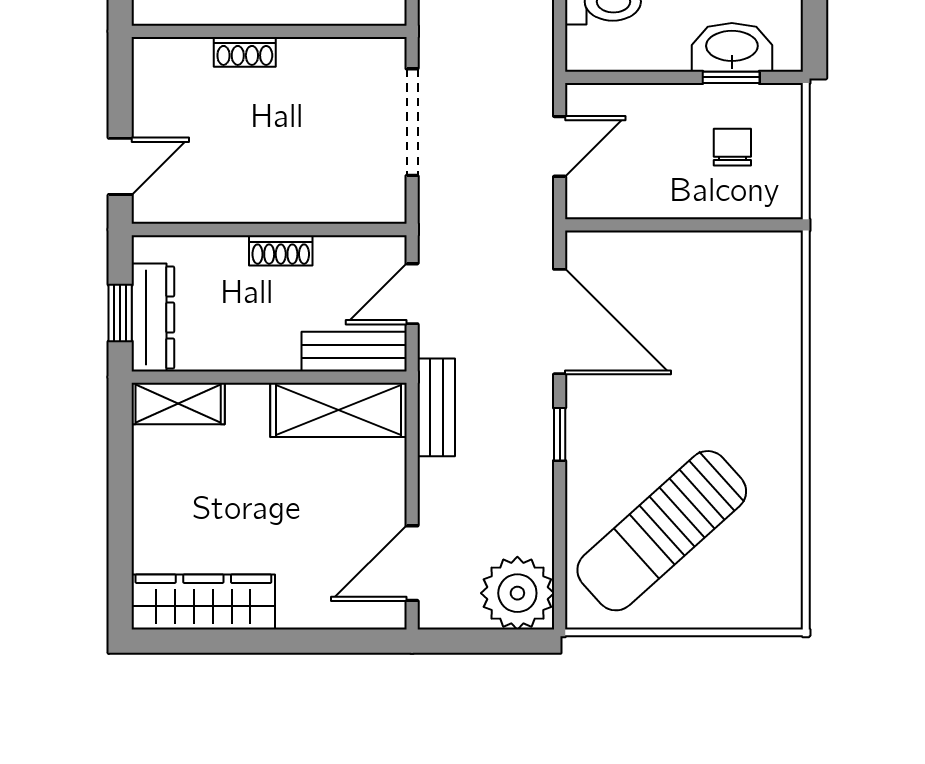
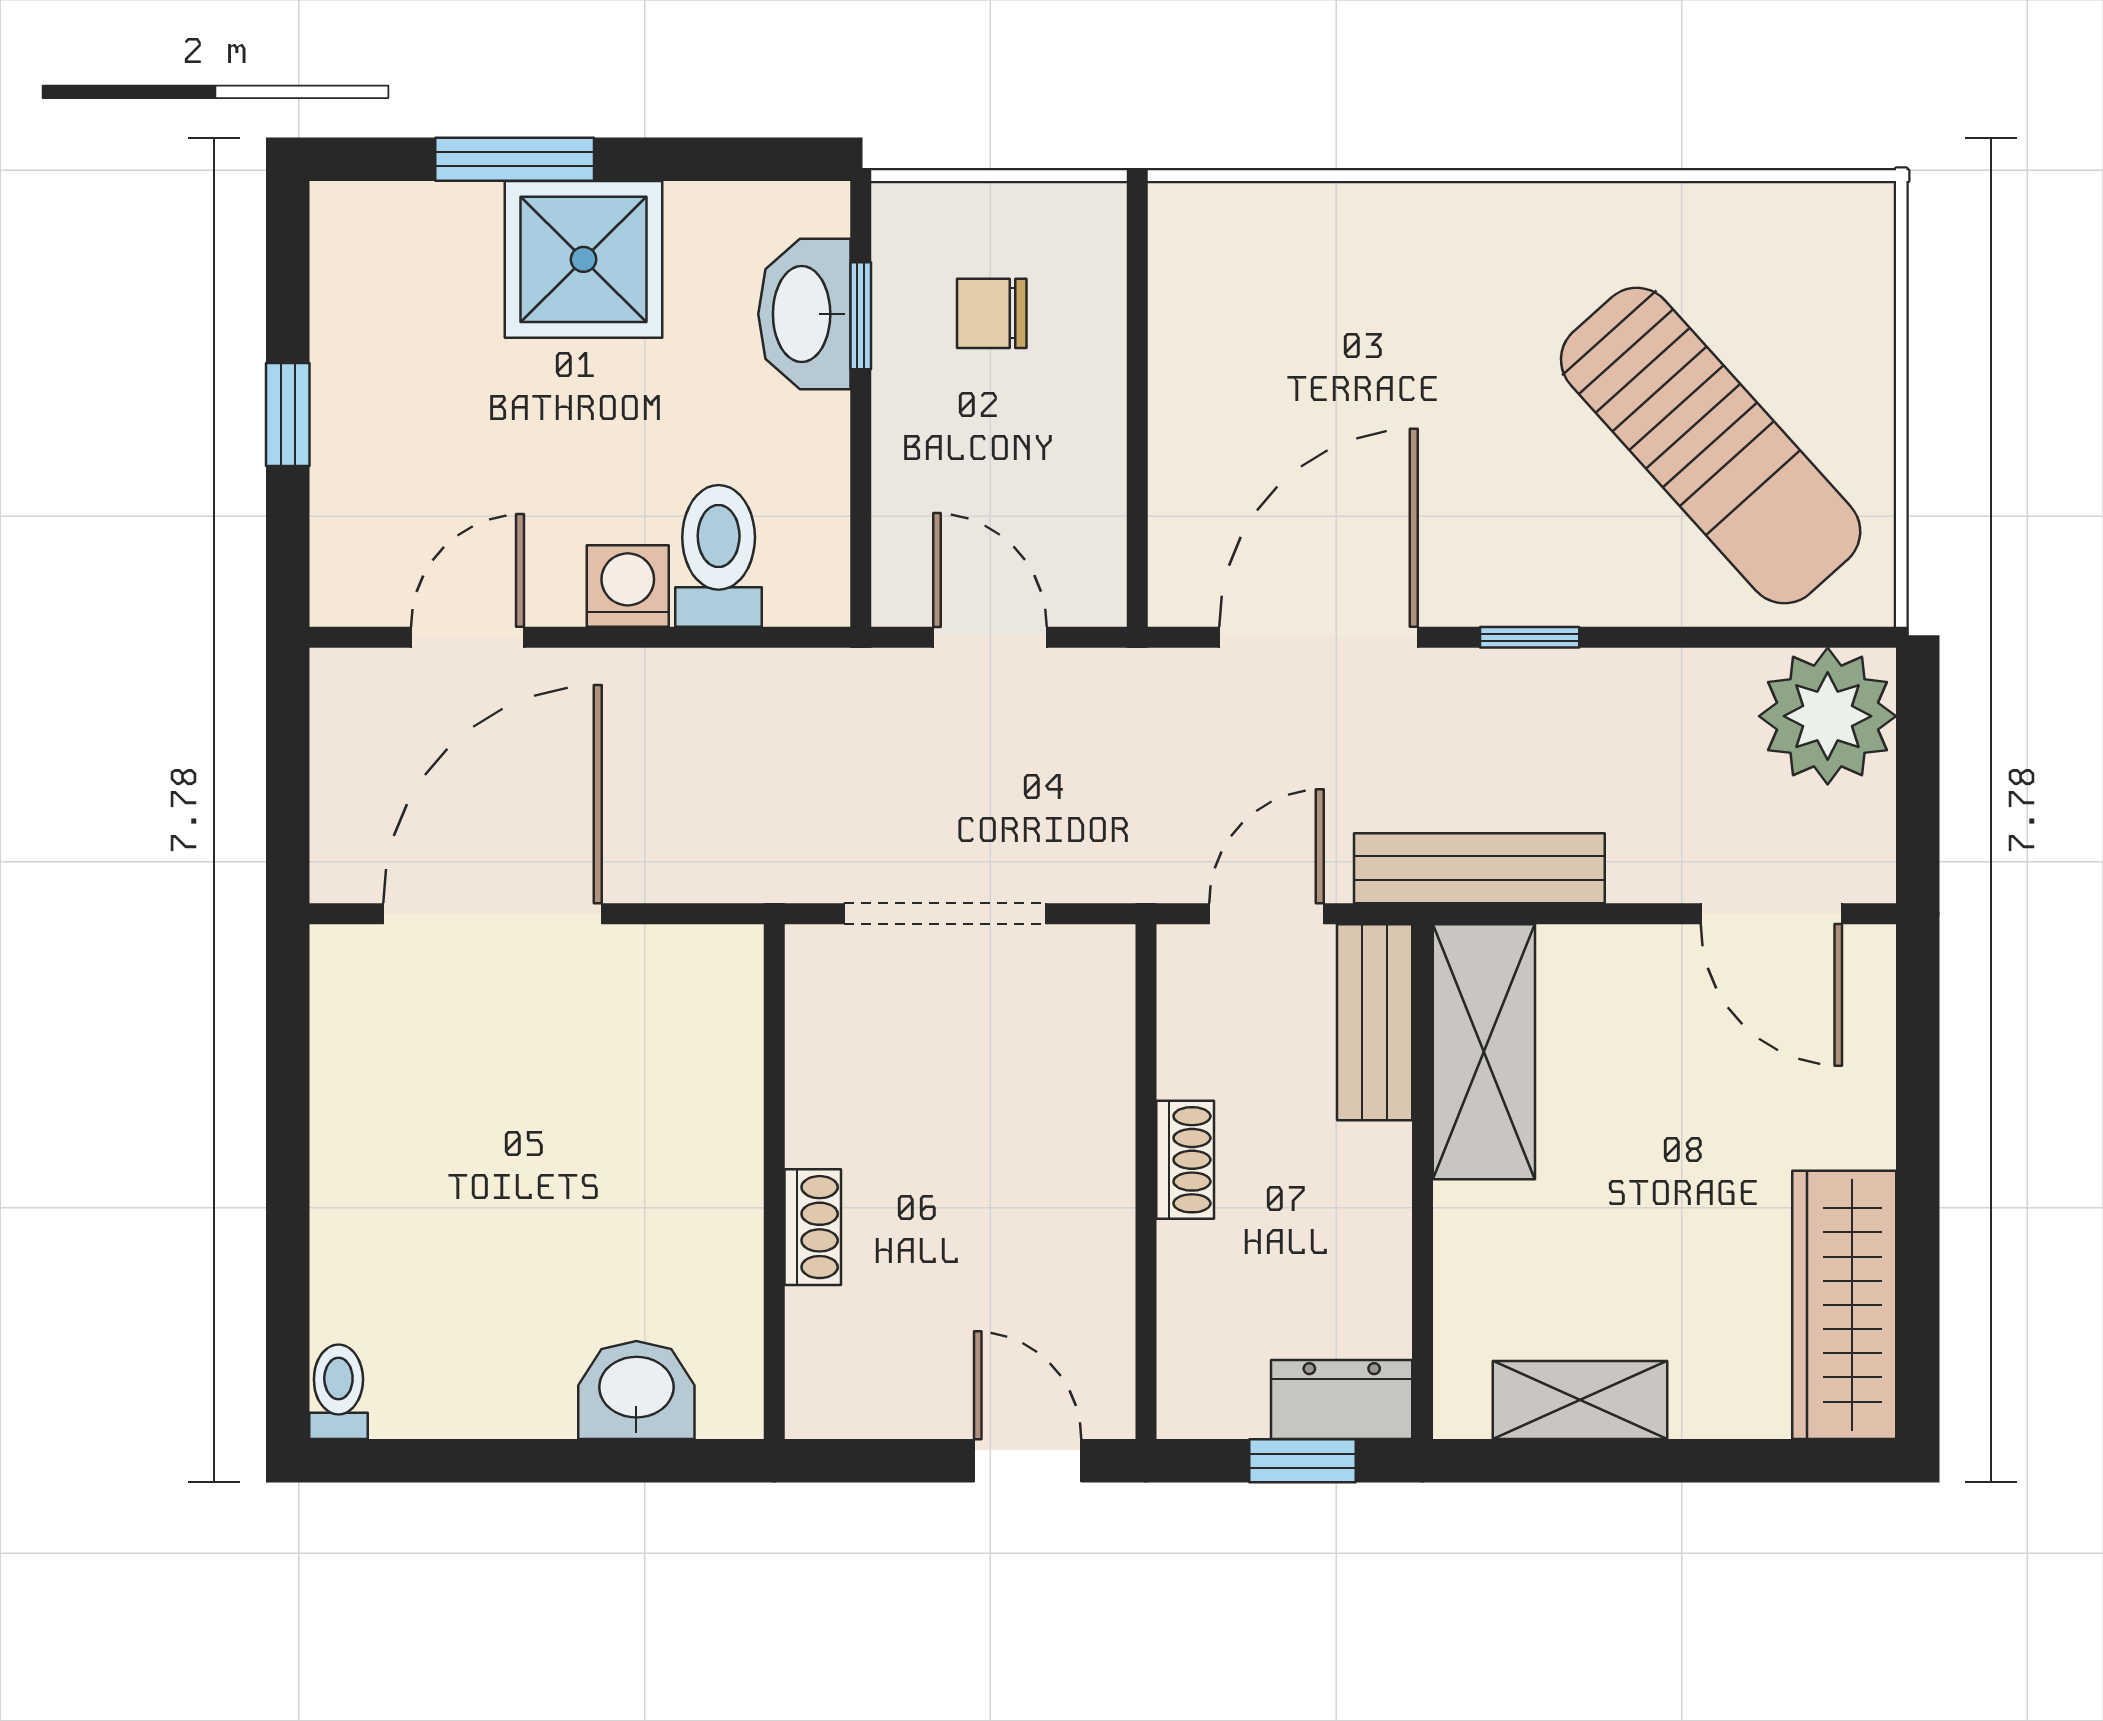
door: (412, 294) -> (1266, 914), swing flipped
dresser: (153, 318) -> (1342, 1400), width x0.70
shelving: (178, 403) -> (1580, 1400), moved, turned 90
bench: (436, 407) -> (1479, 868), width x1.36

